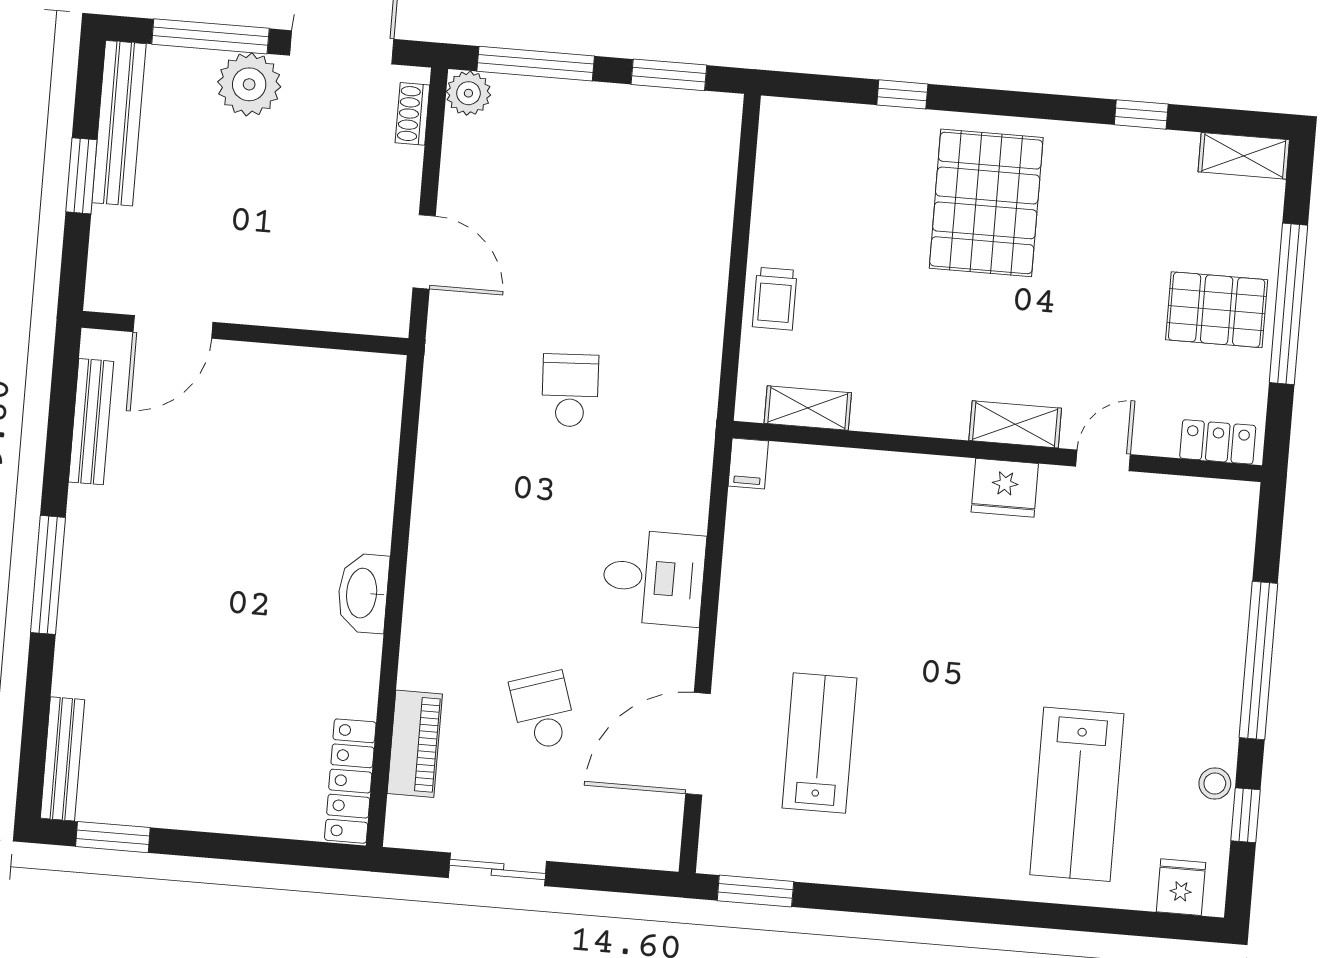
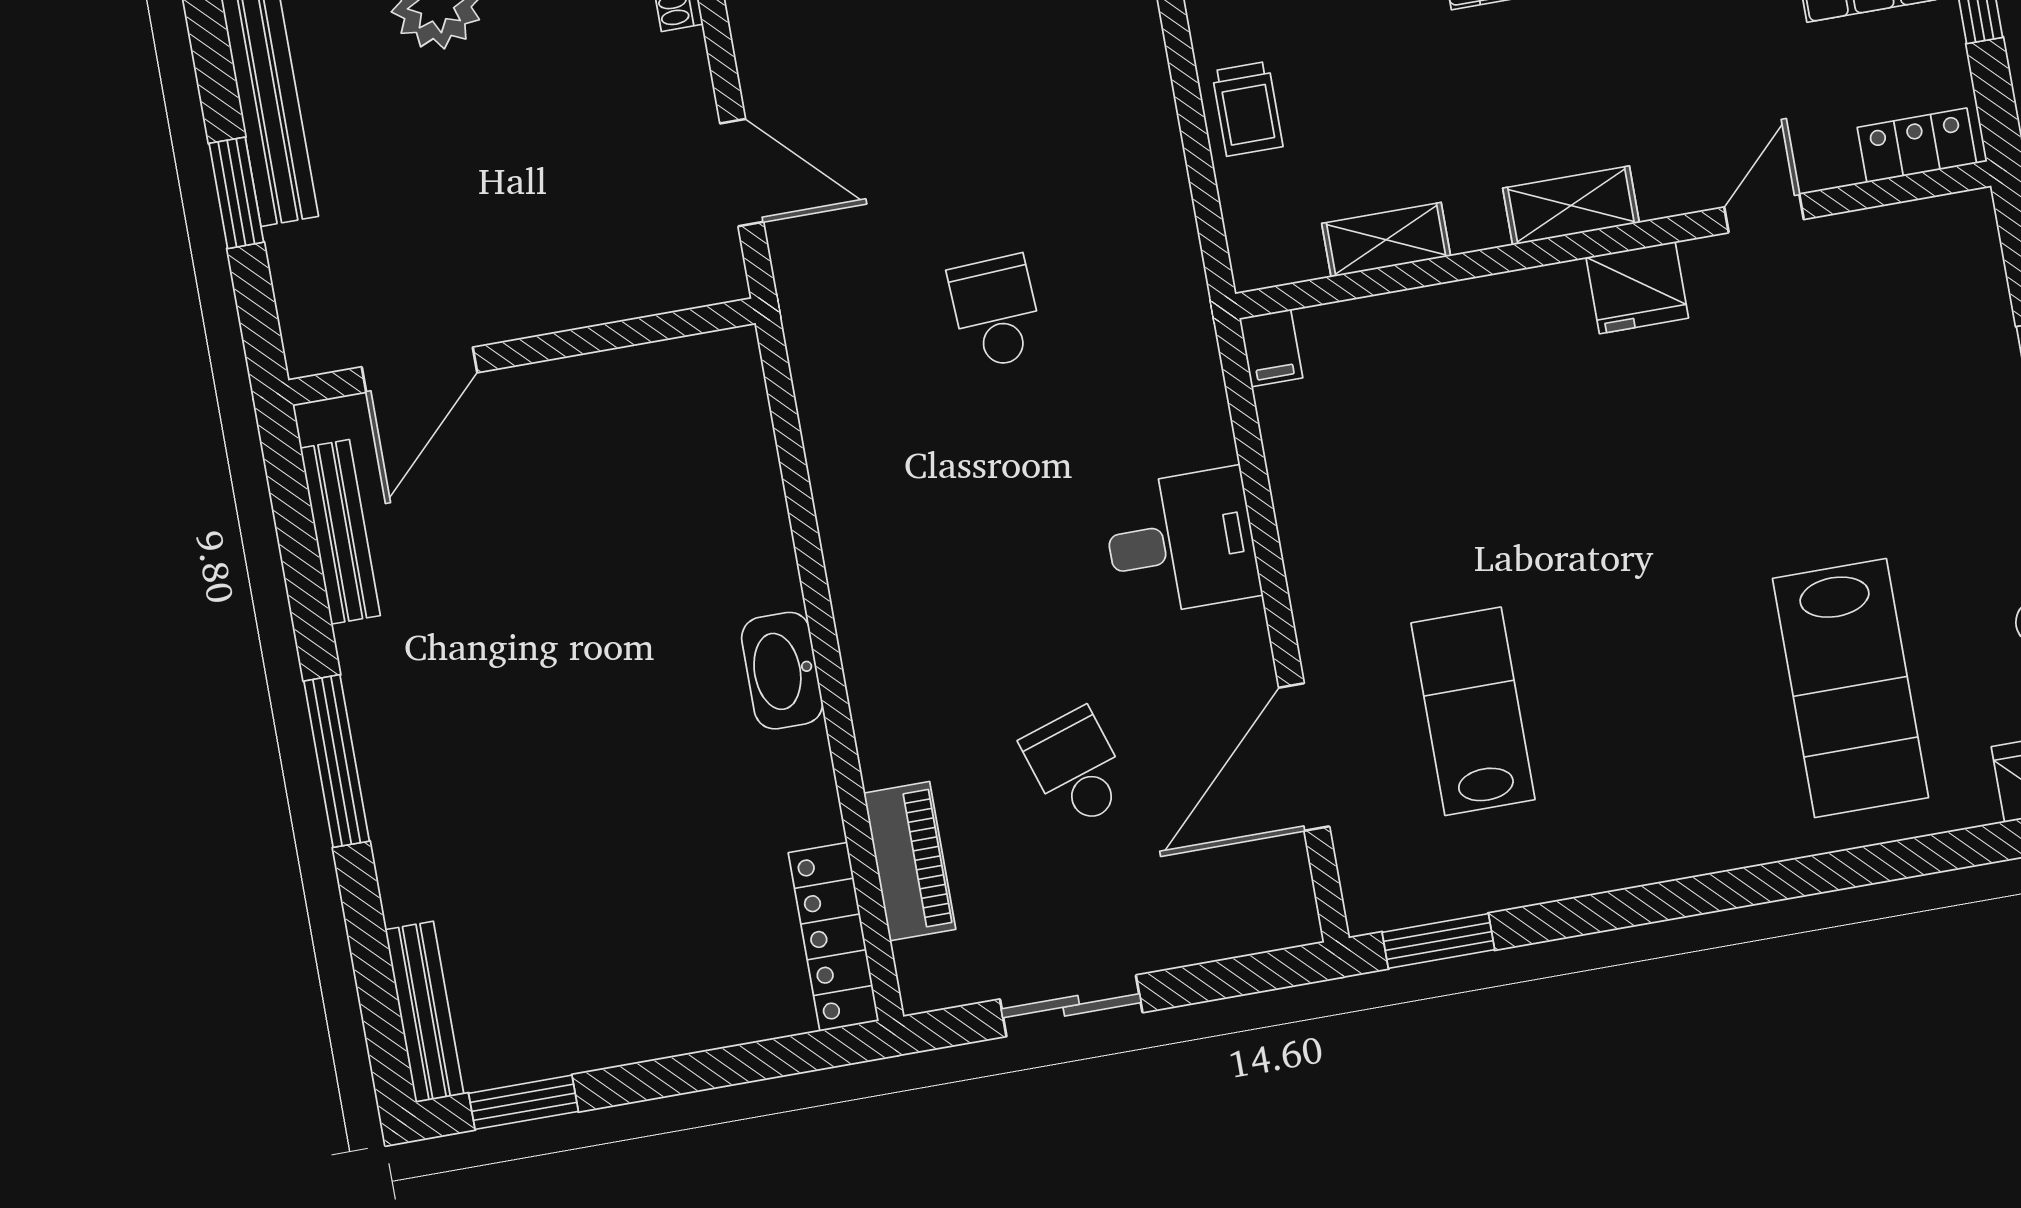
shelving: (808, 408) -> (1386, 240), moved
shelving: (1015, 424) -> (1571, 205), moved

